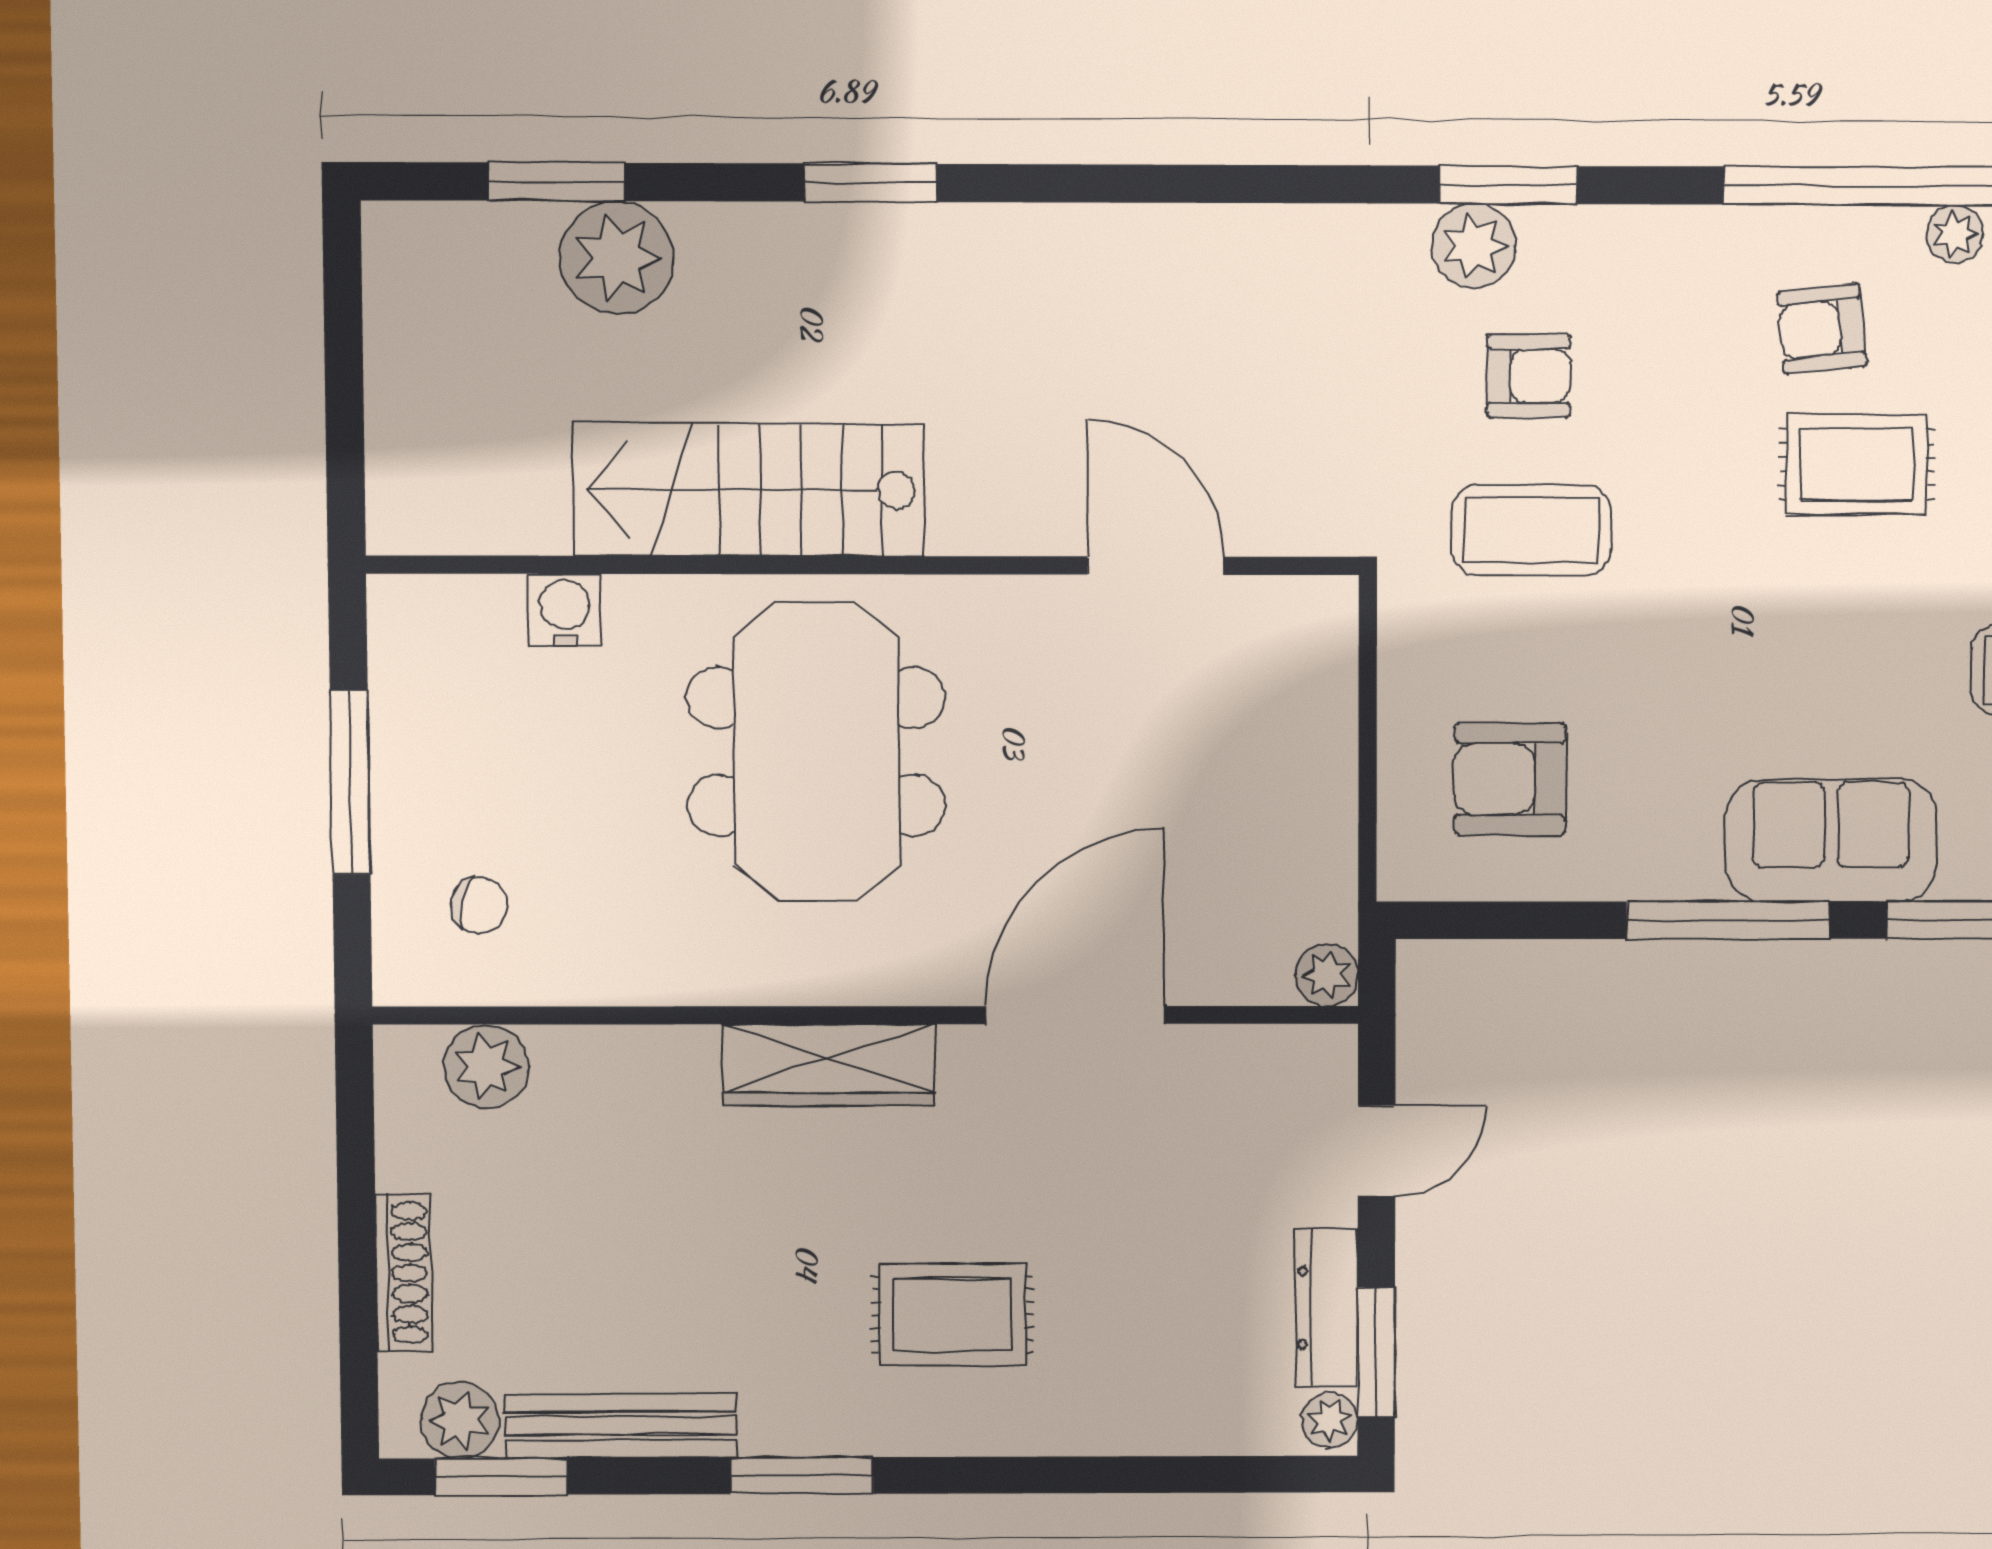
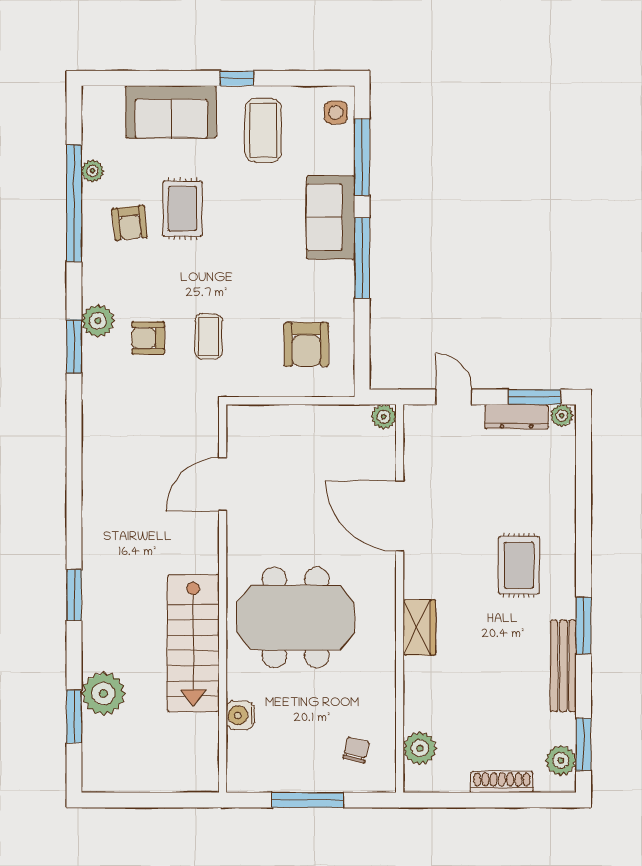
plant: (1474, 246) -> (98, 321), moved
armchair: (1529, 376) -> (148, 338), turned -90
coffee table: (1531, 530) -> (209, 337), width x0.73, depth x0.77
wardrobe: (829, 1065) -> (419, 627), width x0.67
bench: (621, 1426) -> (563, 666), moved

